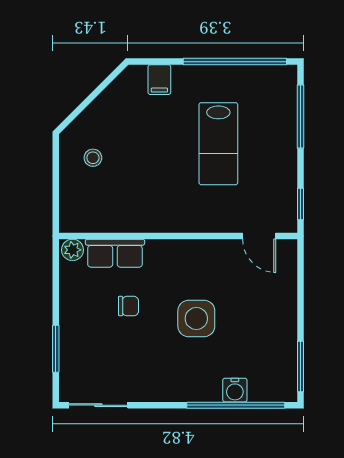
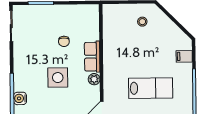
lab bench: (218, 144) -> (151, 88), turned 180
plant: (72, 250) -> (94, 79), moved
row of seats: (115, 253) -> (92, 57), moved

